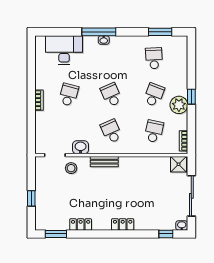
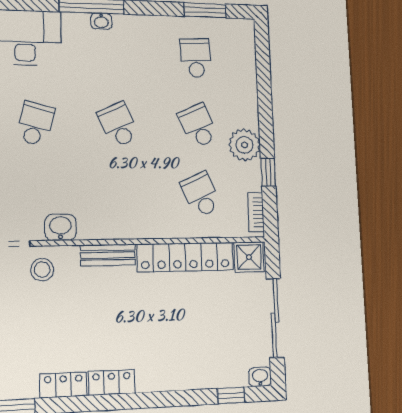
school desk: (154, 95) -> (198, 126), turned -45
window: (191, 97) -> (268, 172), moved
school desk: (111, 131) -> (120, 195), removed
school desk: (154, 131) -> (201, 195), turned -36
locker: (144, 164) -> (185, 257), added
locker: (123, 224) -> (112, 382), moved

